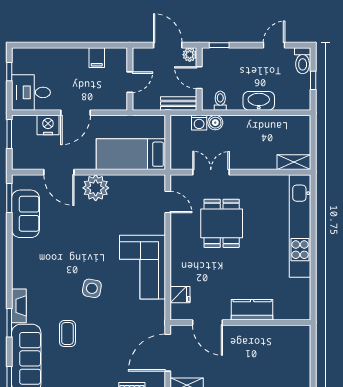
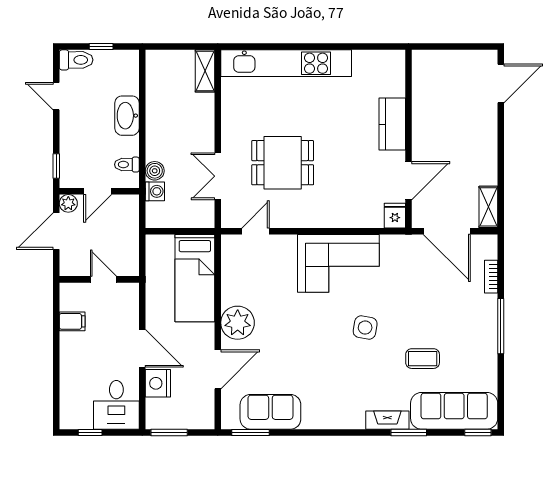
bench: (179, 103) -> (130, 217), removed
fridge: (180, 295) -> (395, 216), moved

